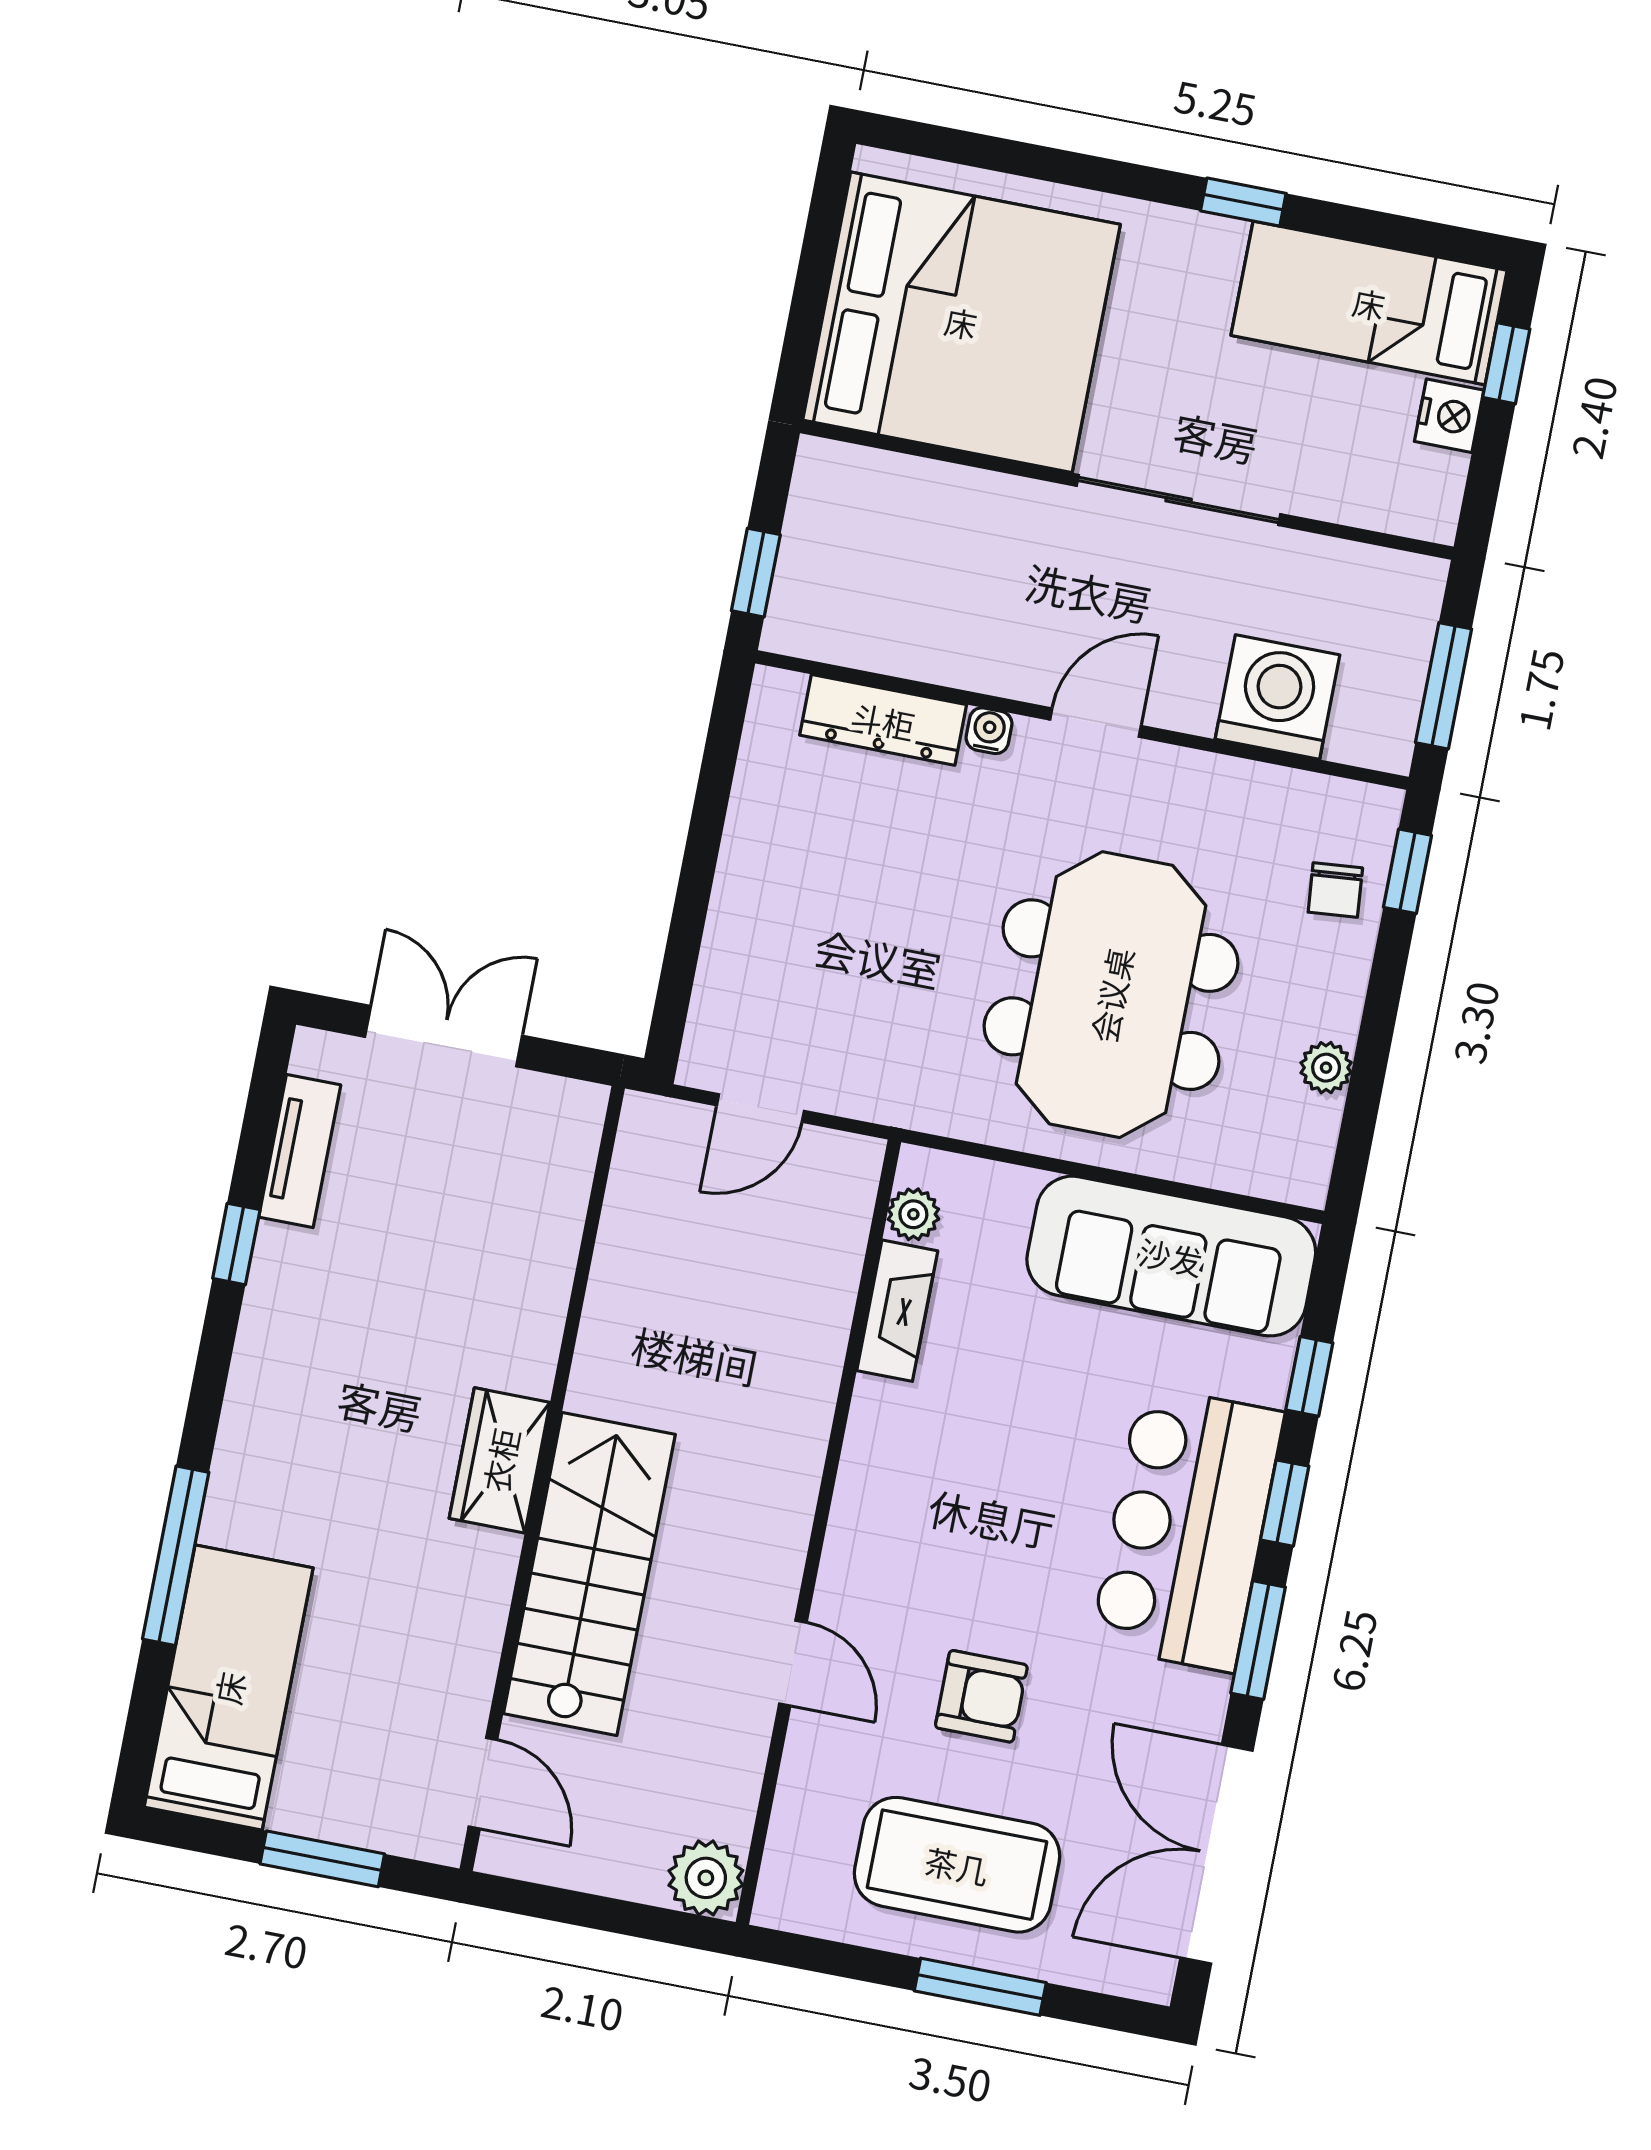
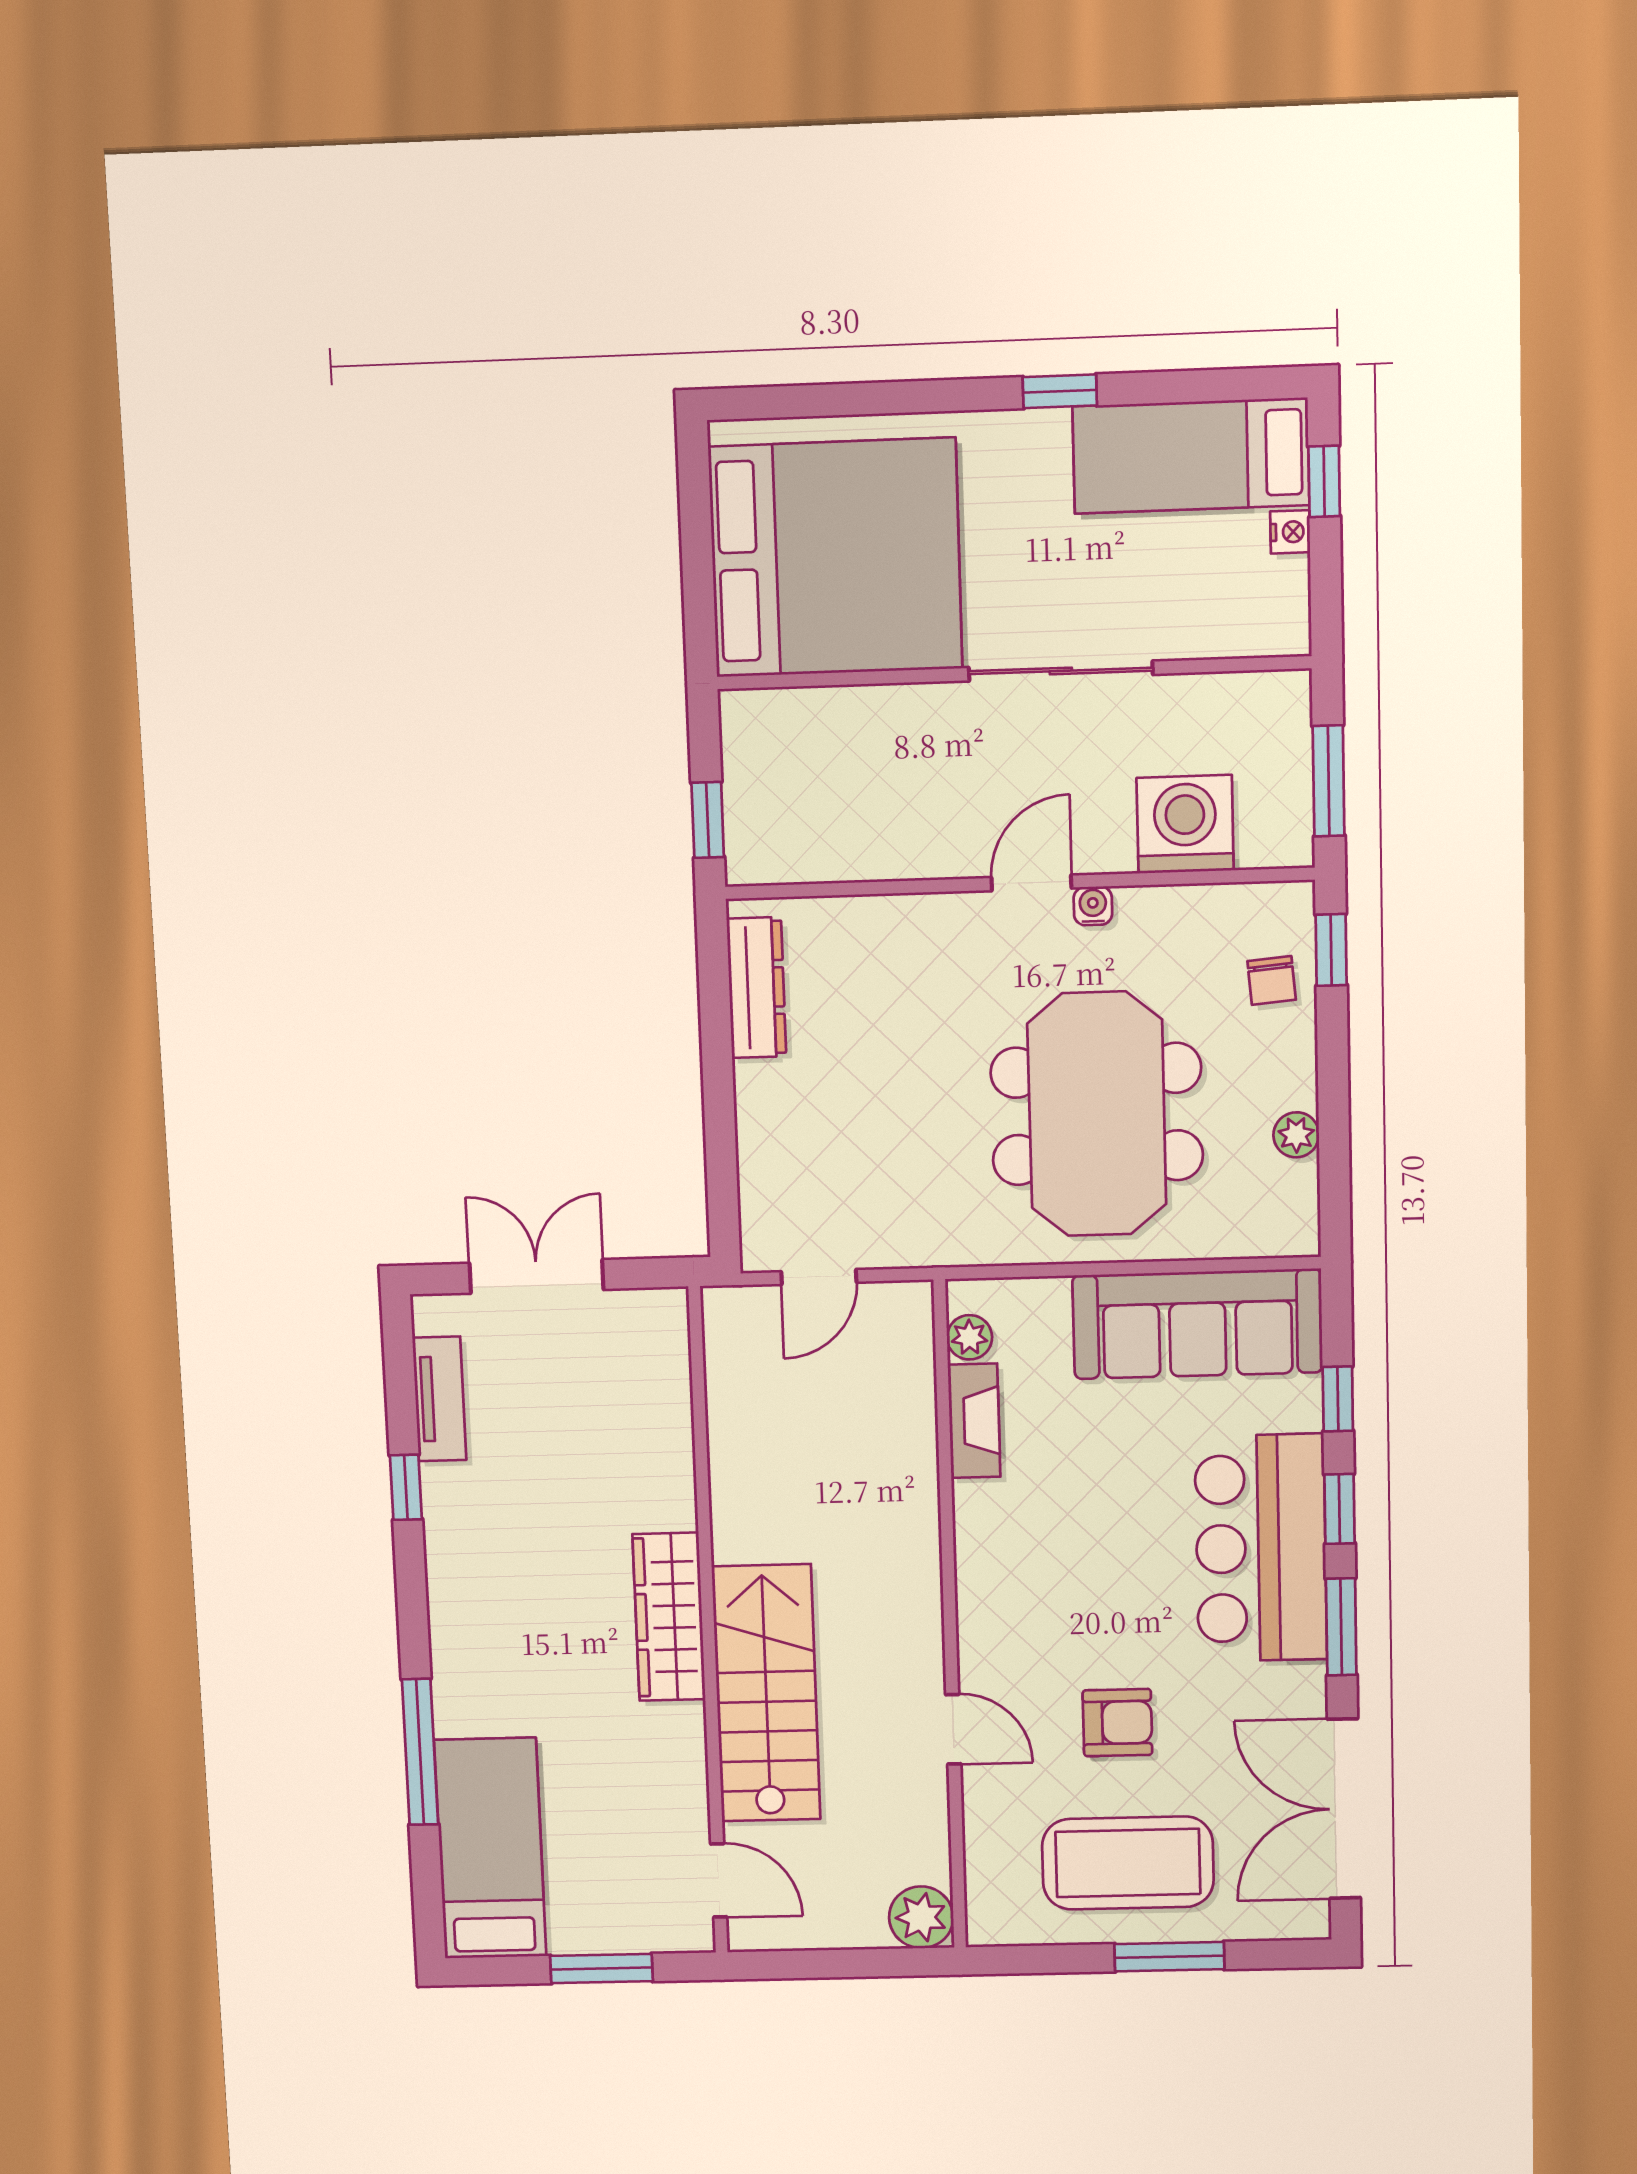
nightstand: (1449, 416) -> (1290, 532), width x0.72, depth x0.74
dresser: (883, 720) -> (756, 988), moved, turned -90
water cooler: (989, 731) -> (1093, 906), moved
wardrobe: (500, 1460) -> (669, 1617), width x1.50

